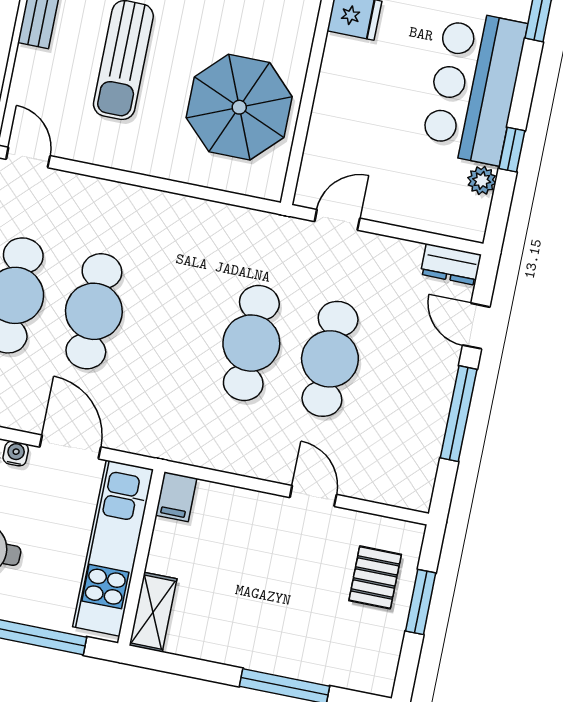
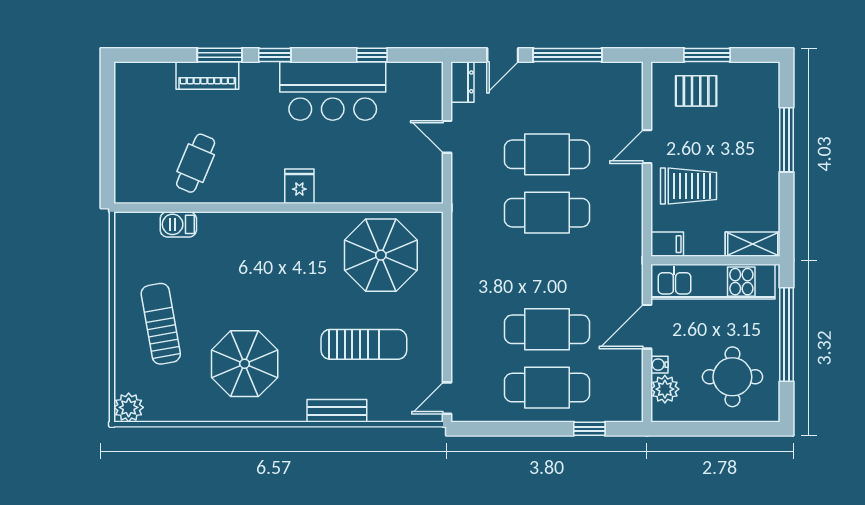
plant: (482, 180) -> (398, 72), removed
door: (337, 220) -> (447, 137), moved
trolley: (249, 541) -> (689, 186), added

